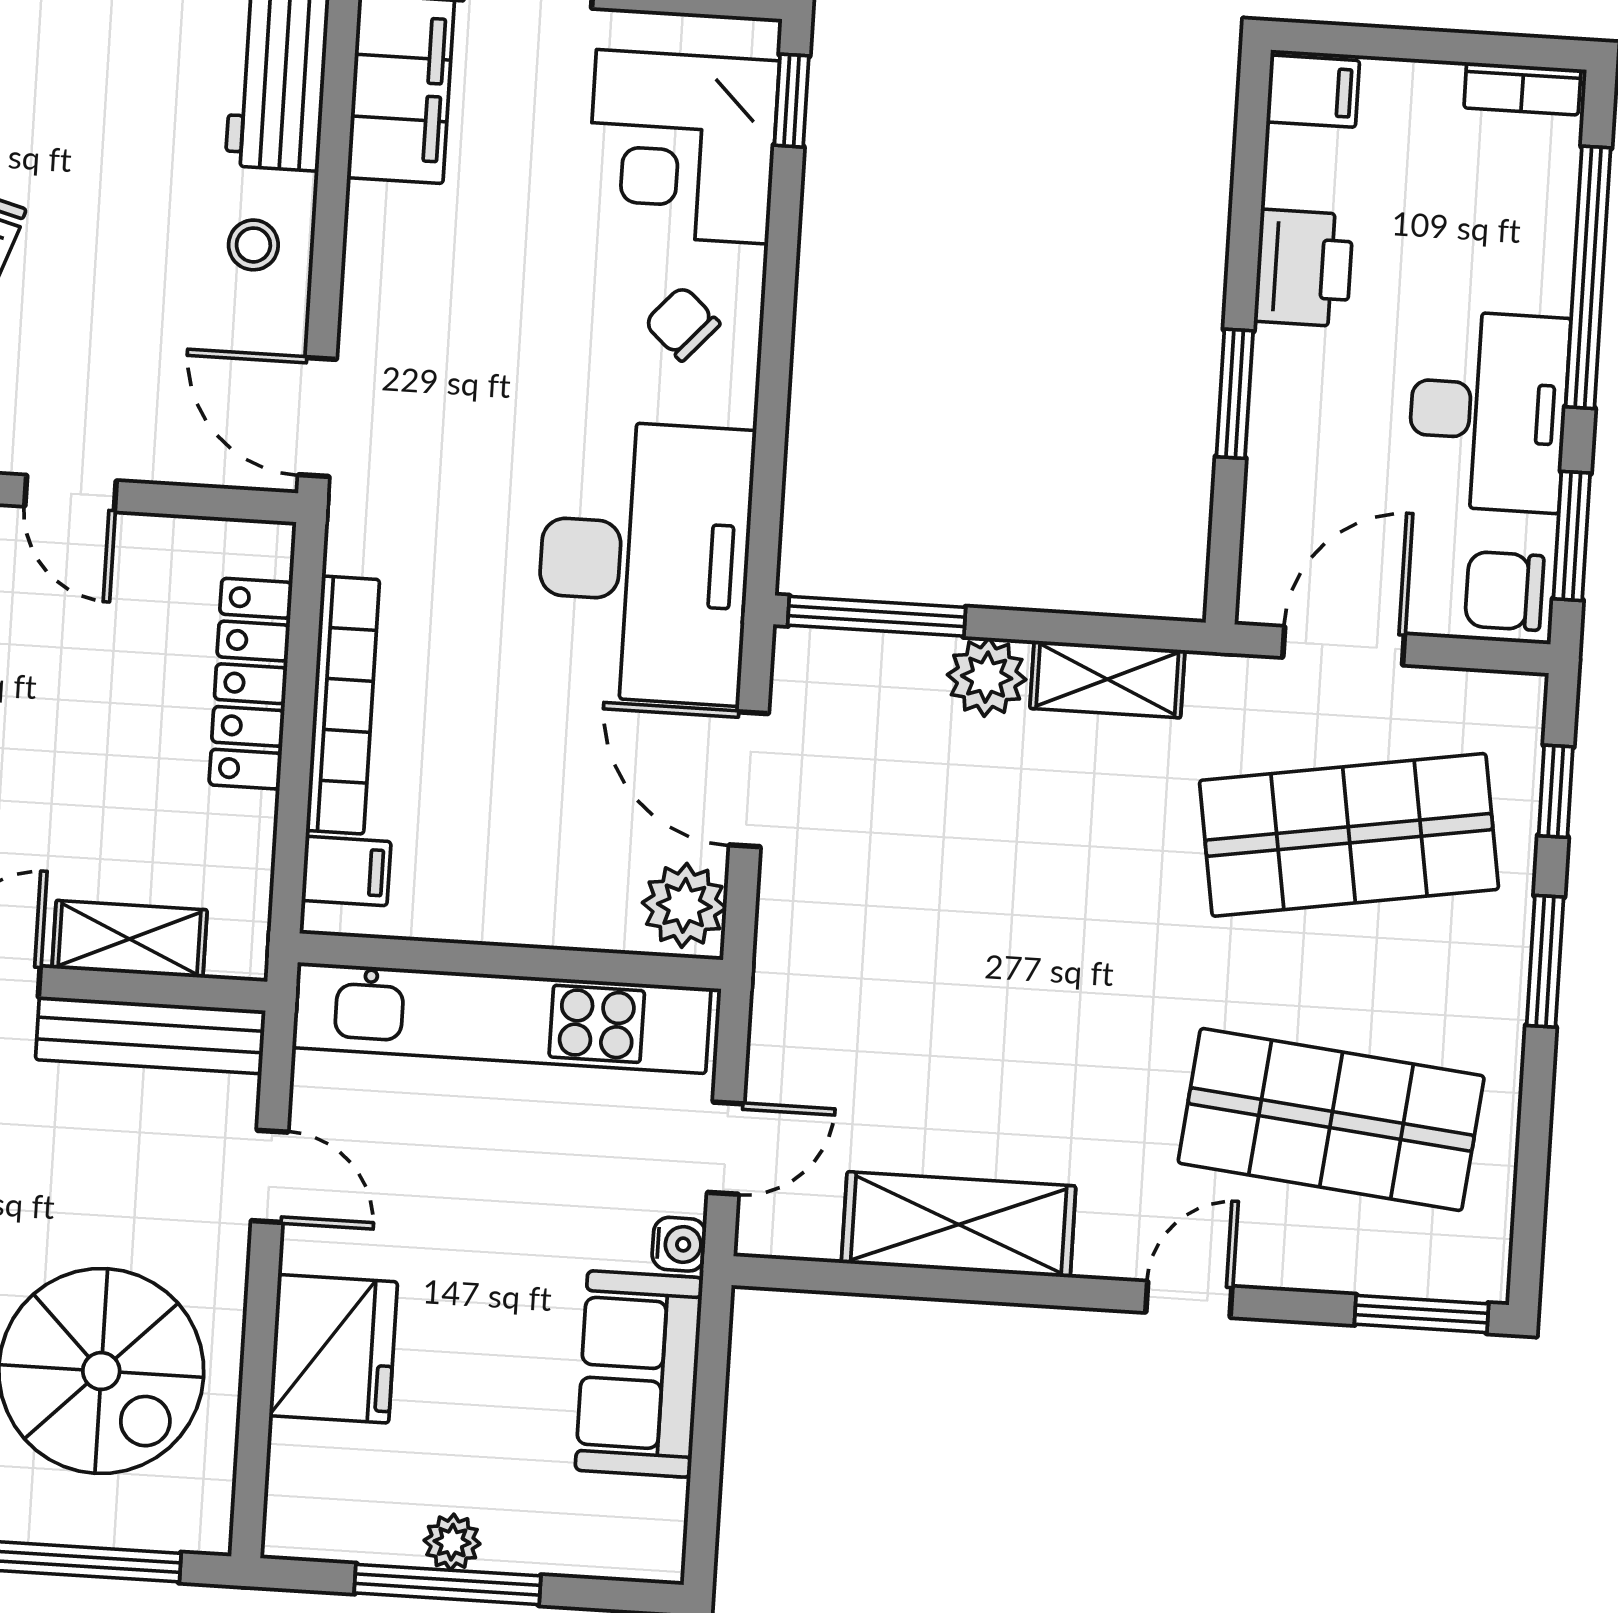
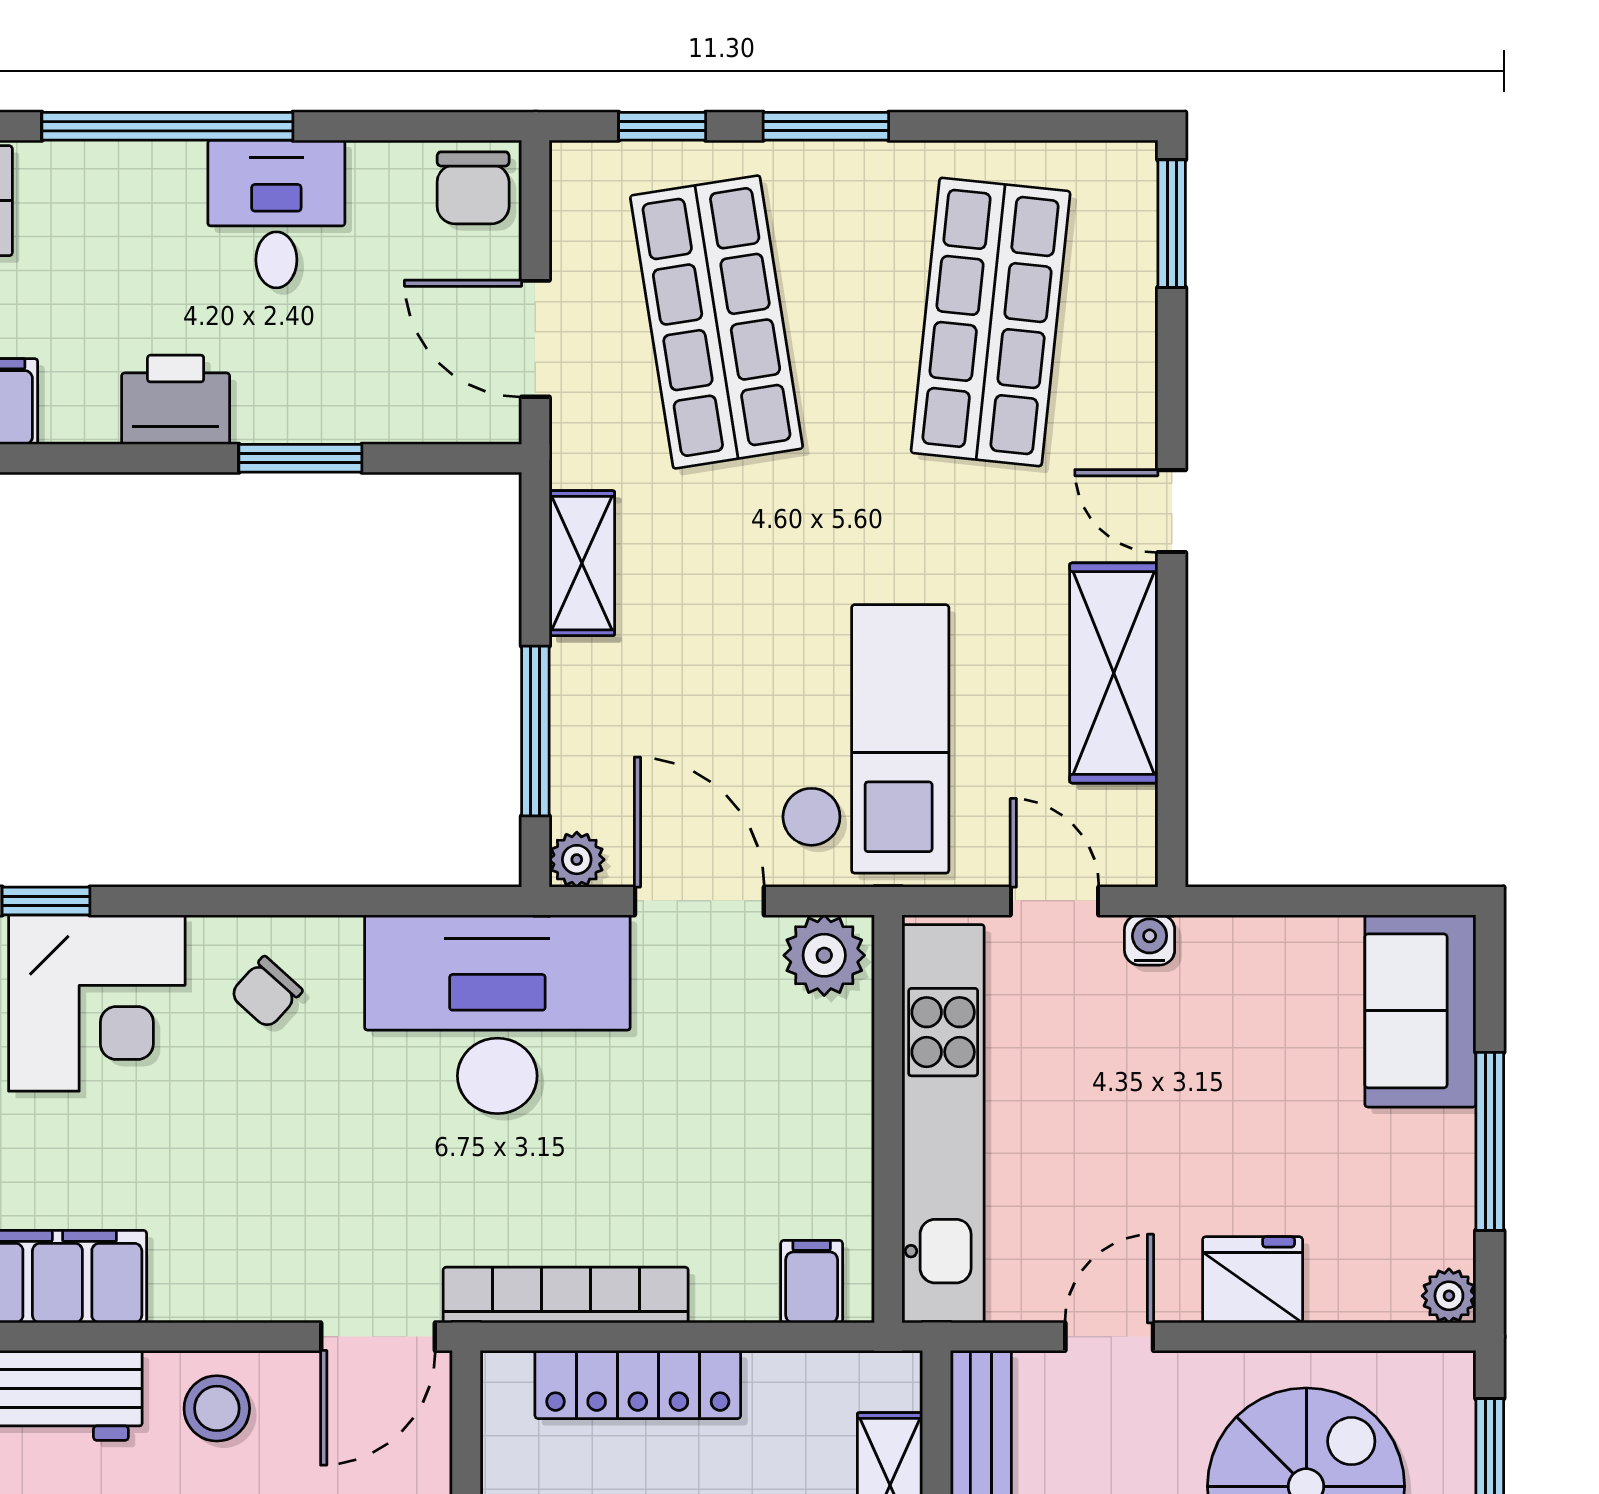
stool: (253, 245) -> (217, 1408), width x1.37, depth x1.37
desk: (1488, 411) -> (276, 214), width x0.73
window: (1572, 536) -> (416, 126), removed
window: (877, 616) -> (535, 731), moved
plant: (987, 677) -> (577, 860), moved, width x0.73, depth x0.73
bookcase: (343, 705) -> (566, 1295), moved
door: (749, 779) -> (699, 901), swing flipped
checkout: (906, 962) -> (865, 739), added
door: (1189, 1299) -> (1172, 511), moved
fridge: (333, 1349) -> (1253, 1280), width x0.73, depth x0.75
sofa: (639, 1374) -> (1420, 1011), moved, turned 90
plant: (452, 1542) -> (1449, 1296), moved

